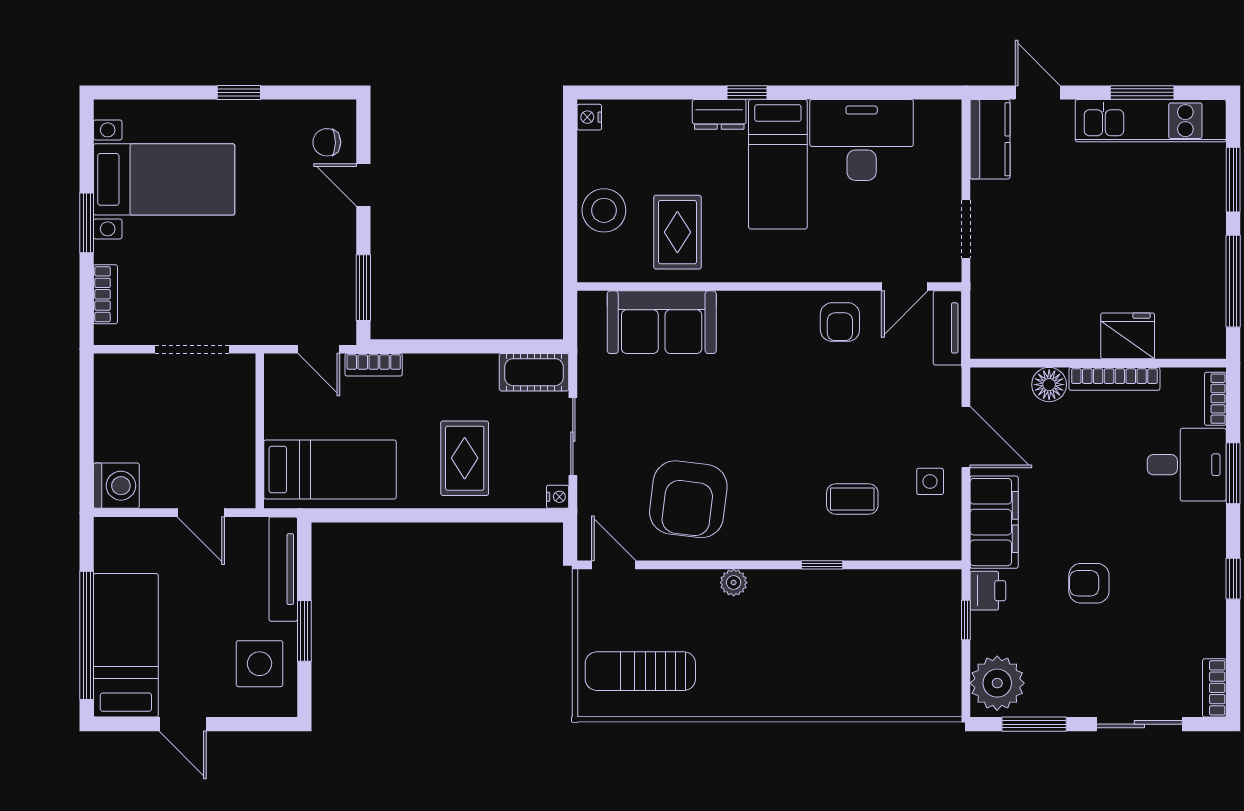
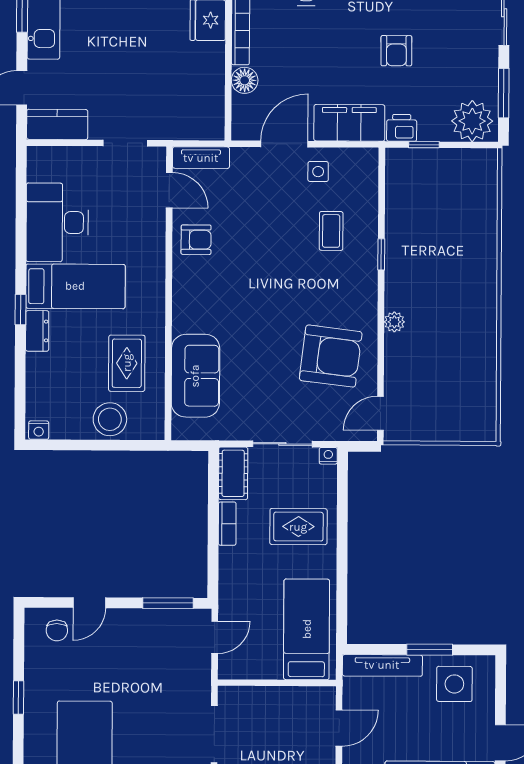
rug: (677, 232) -> (127, 363), turned 90
bookcase: (374, 365) -> (227, 524), moved
sun lounger: (640, 671) -> (462, 393), removed

